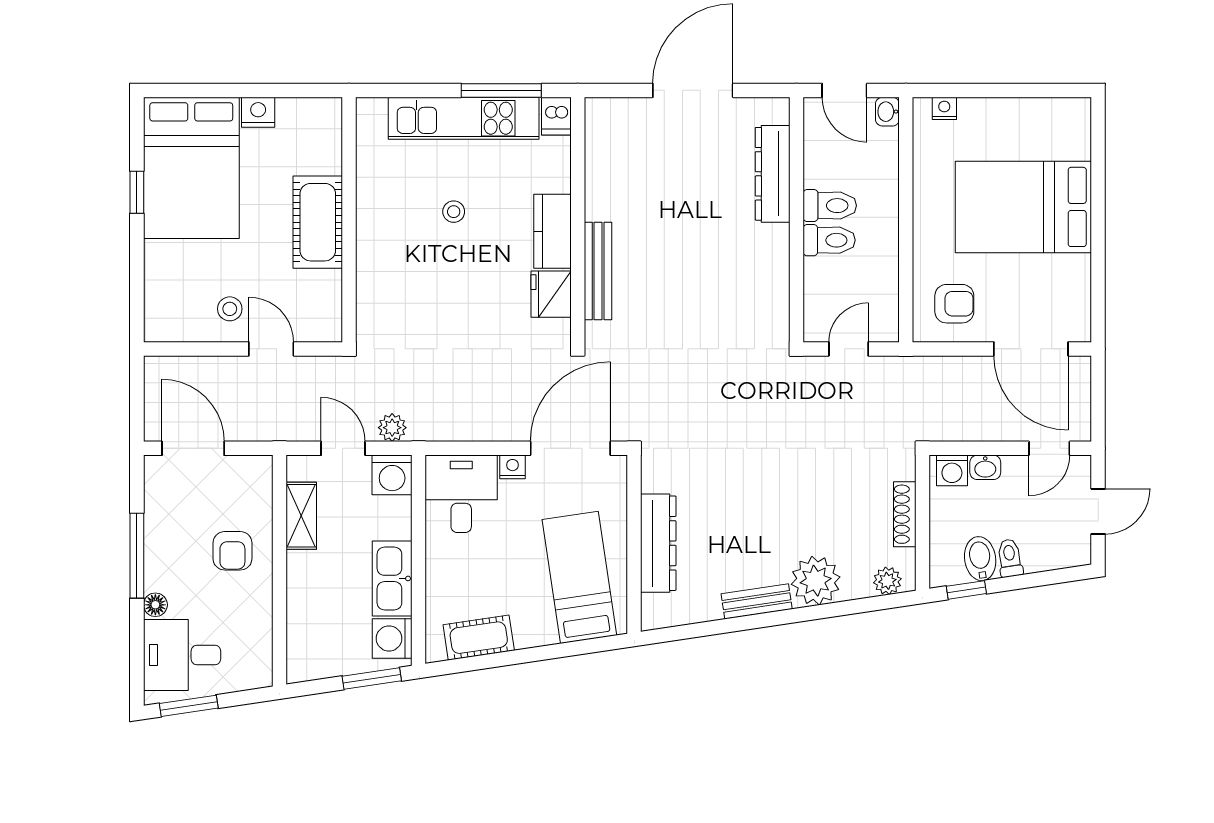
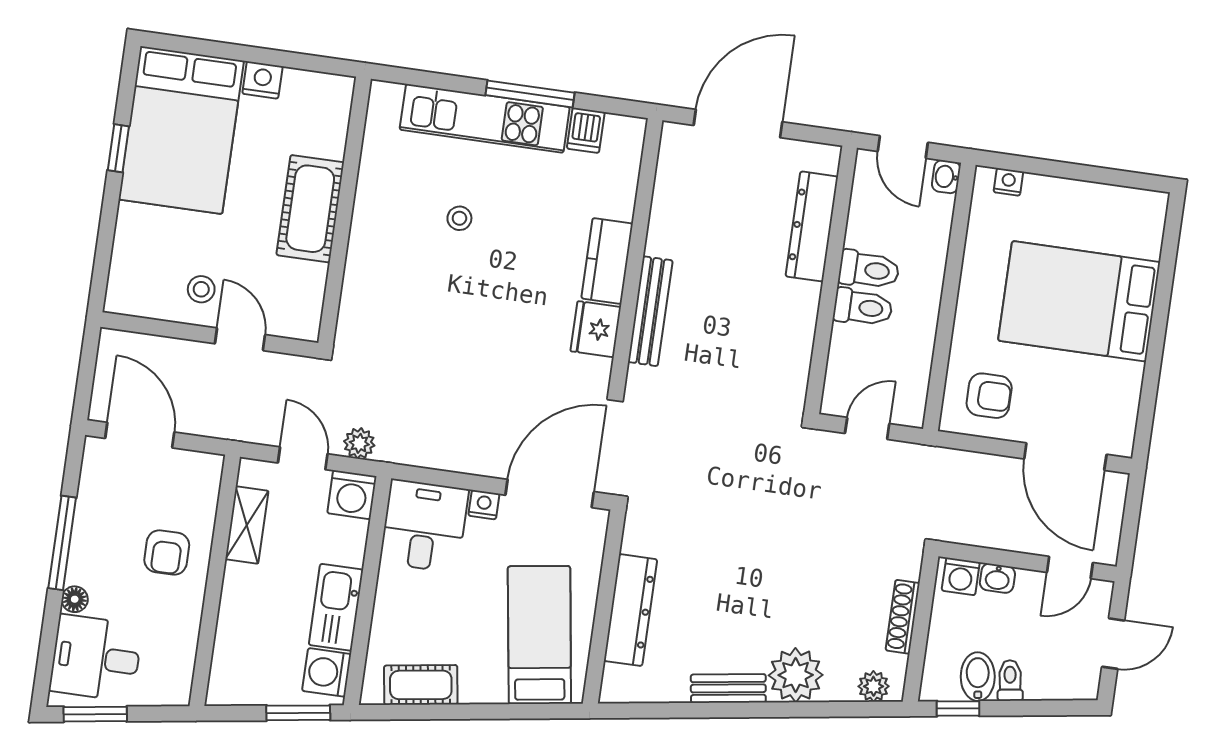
wall: (578, 220) -> (636, 252), moved
kitchen counter: (553, 231) -> (607, 261), moved
bench: (598, 271) -> (650, 311), moved
fridge: (551, 294) -> (596, 329), moved

